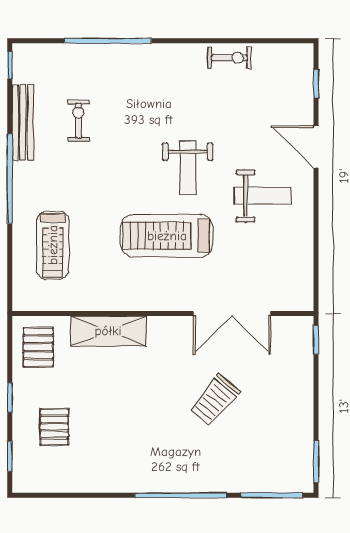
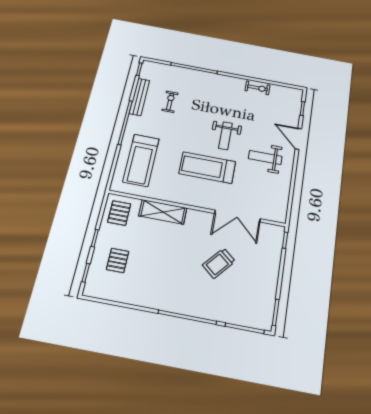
weight bench: (263, 196) -> (265, 158), turned 180
treadmill: (53, 245) -> (141, 160), width x1.37, depth x1.38

